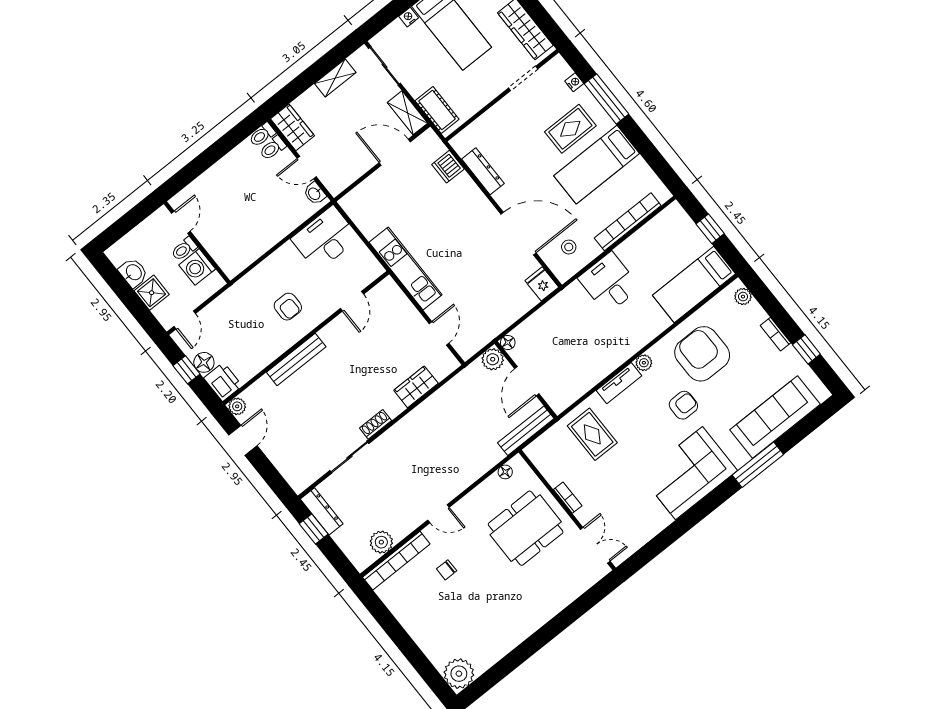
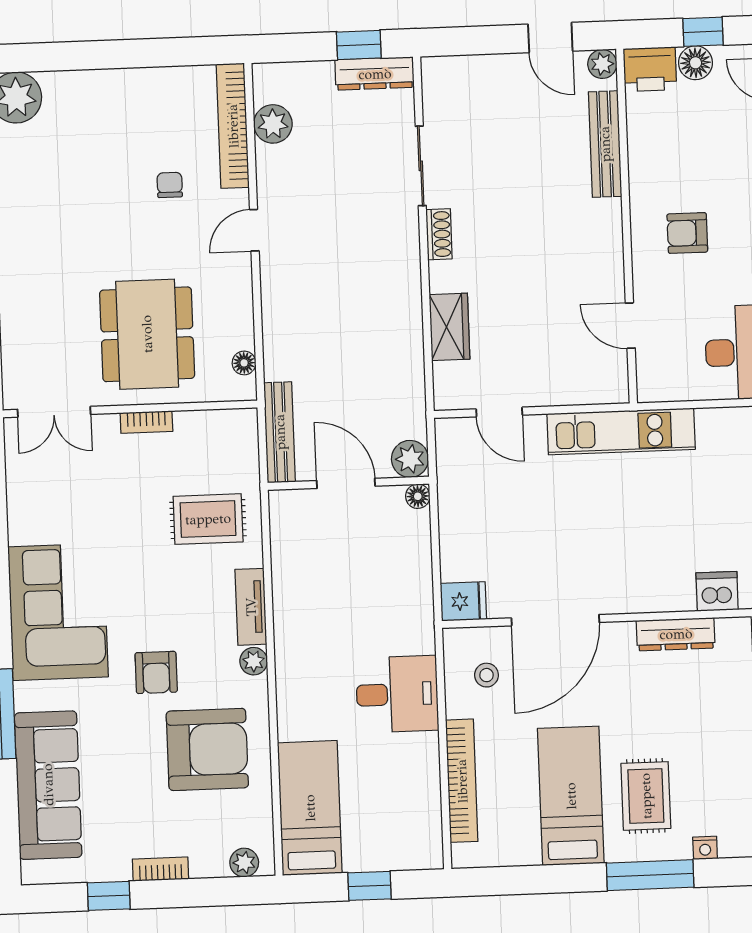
bench: (296, 360) -> (605, 144), moved

